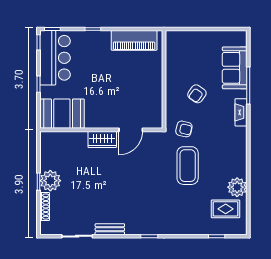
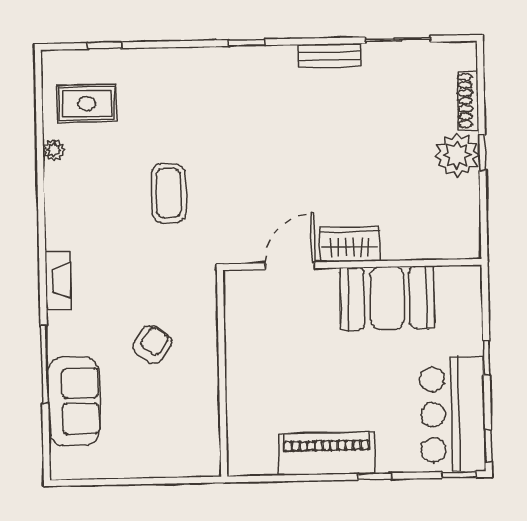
piano: (134, 40) -> (327, 454), moved
fireplace: (241, 112) -> (58, 281), moved
booth: (62, 114) -> (387, 298), moved
armchair: (184, 129) -> (178, 270), removed
coffee table: (188, 166) -> (169, 193), width x0.73, depth x0.76
plant: (237, 187) -> (54, 150), width x0.53, depth x0.53

